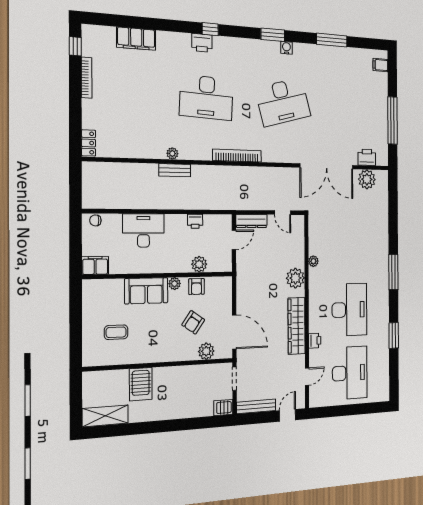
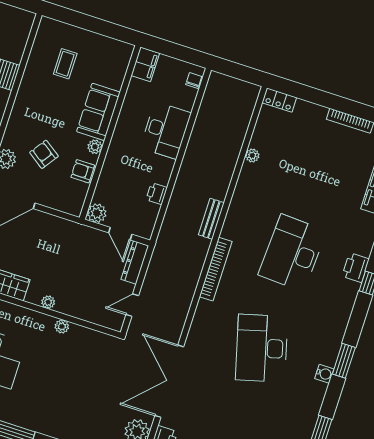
plant: (172, 153) -> (252, 156), moved
bench: (175, 170) -> (211, 219), moved
plant: (199, 264) -> (97, 213), moved
plant: (295, 278) -> (48, 302), width x0.53, depth x0.53

